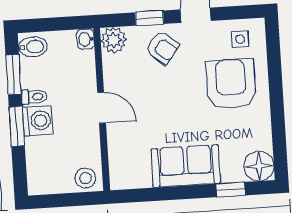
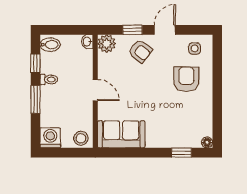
window: (13, 75) -> (35, 63), width x0.67
armchair: (231, 84) -> (186, 79), width x0.73, depth x0.73
washing machine: (38, 121) -> (50, 138), moved, turned -90
sofa: (186, 166) -> (121, 134), moved
floor lamp: (259, 166) -> (207, 142), width x0.53, depth x0.53

